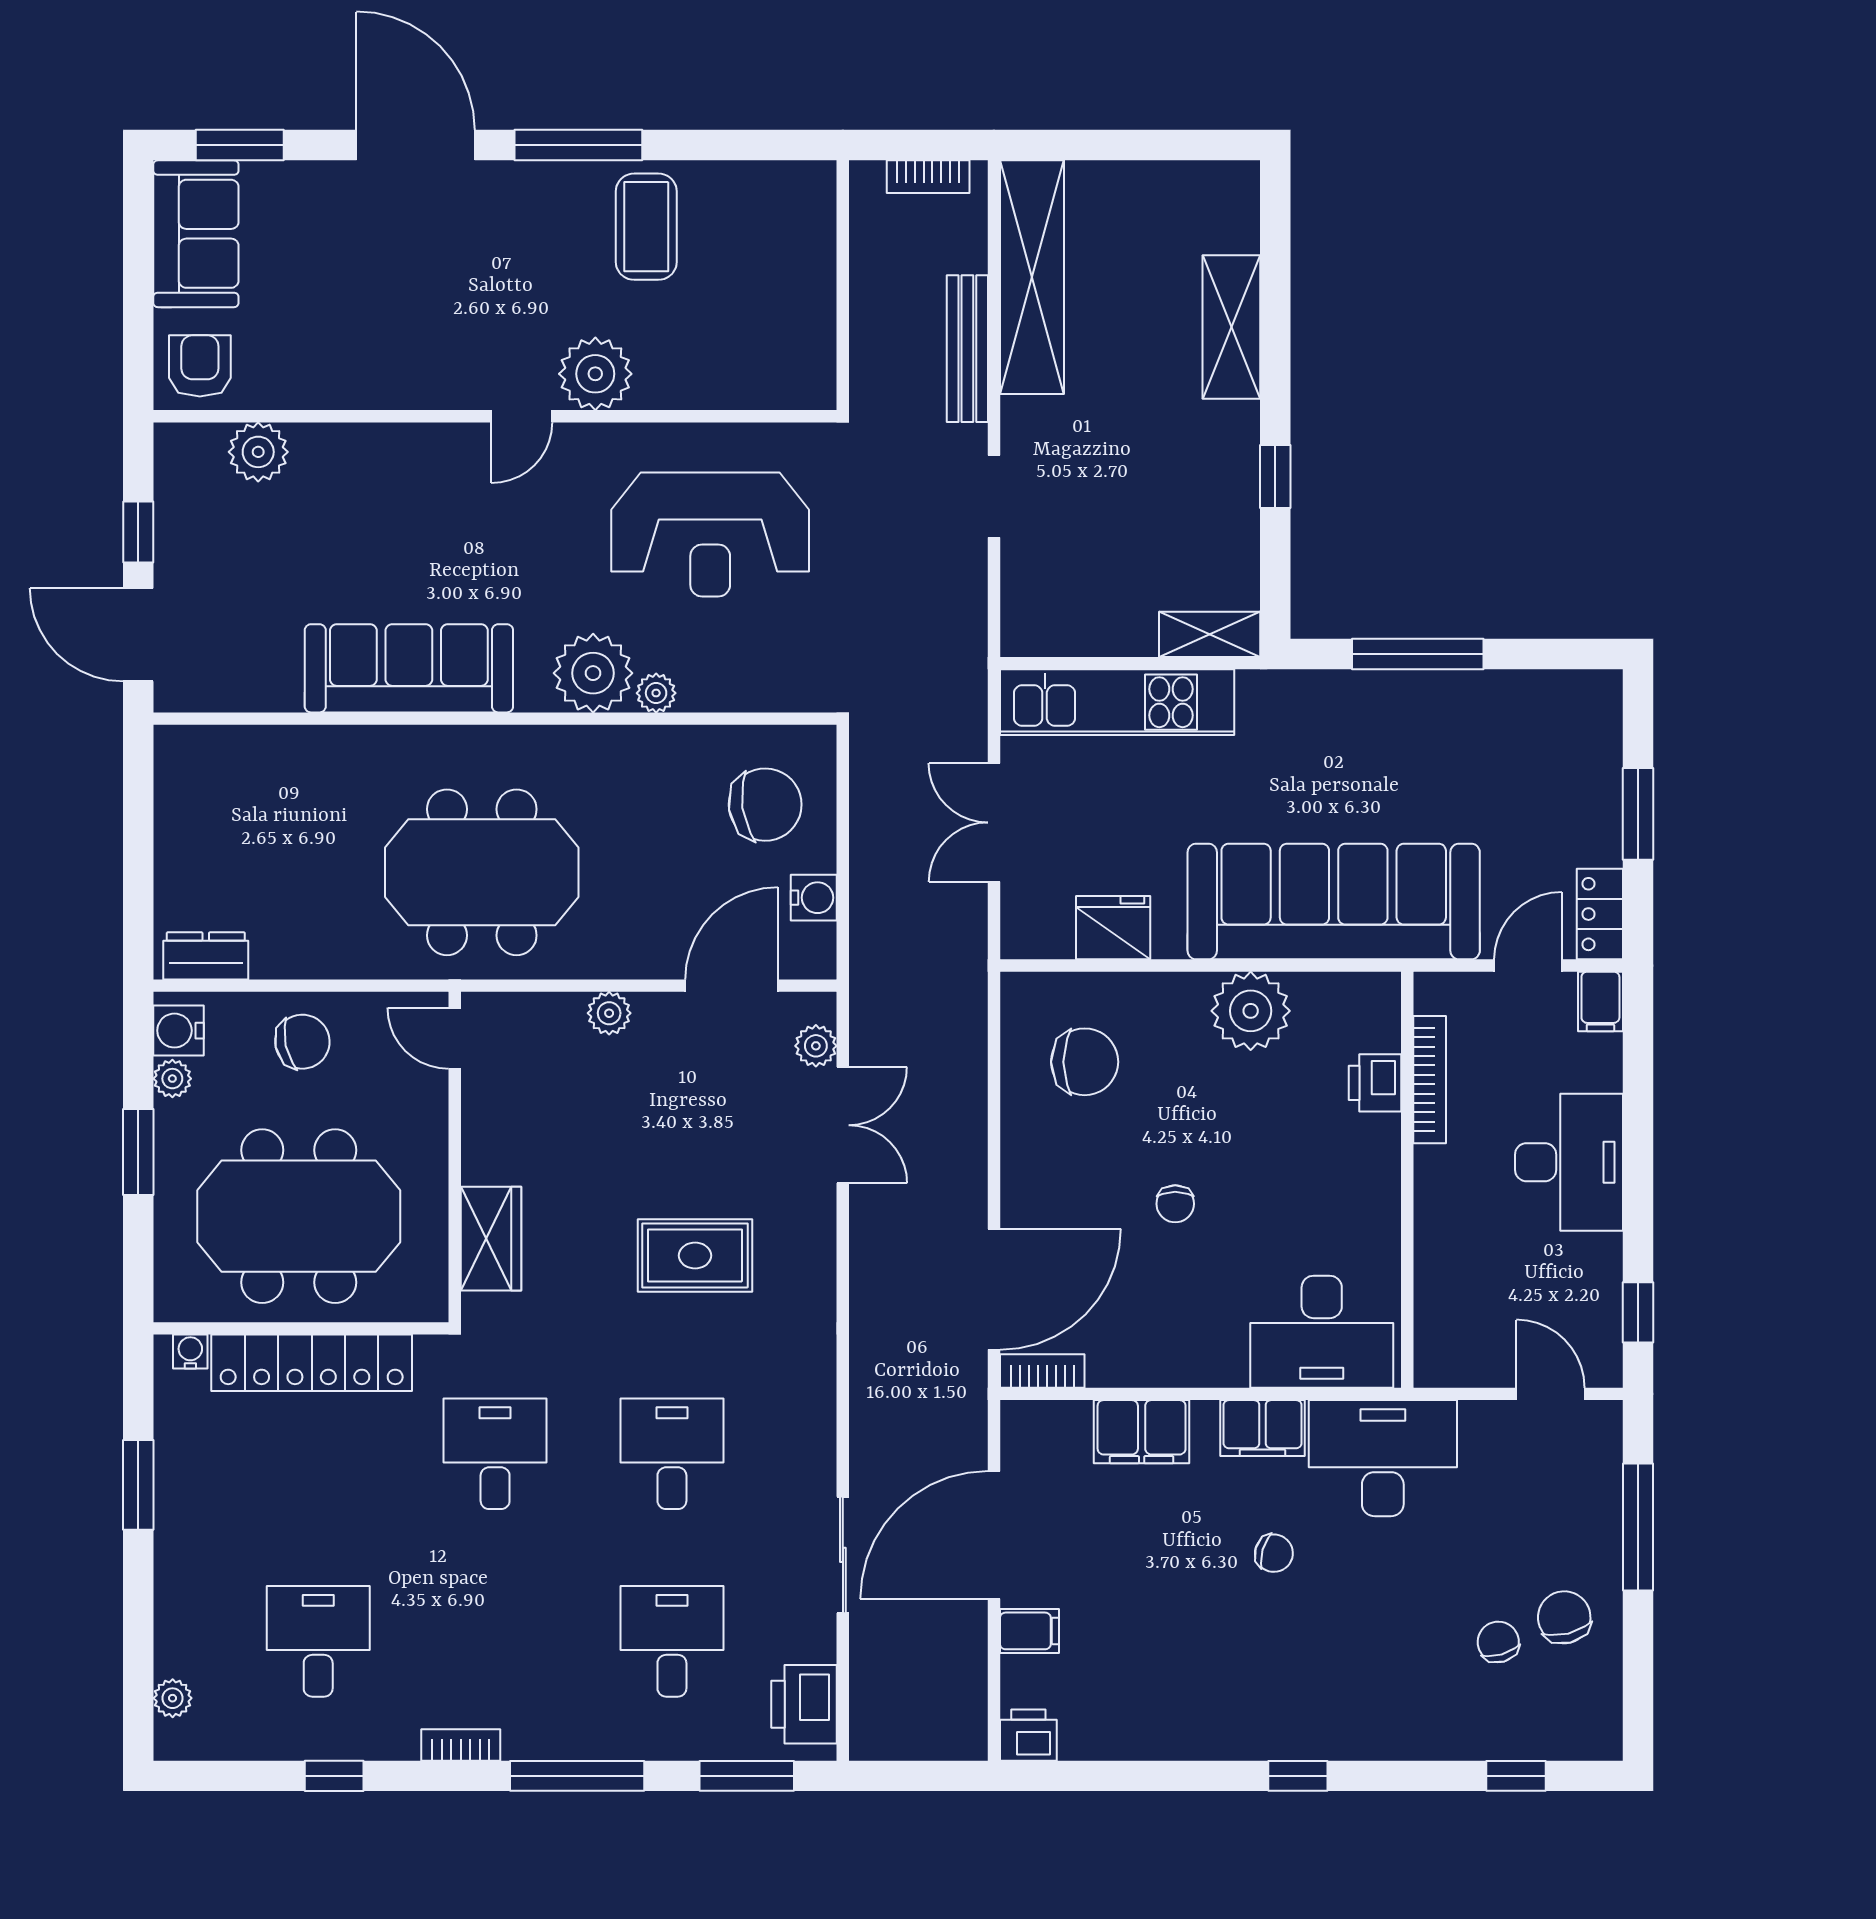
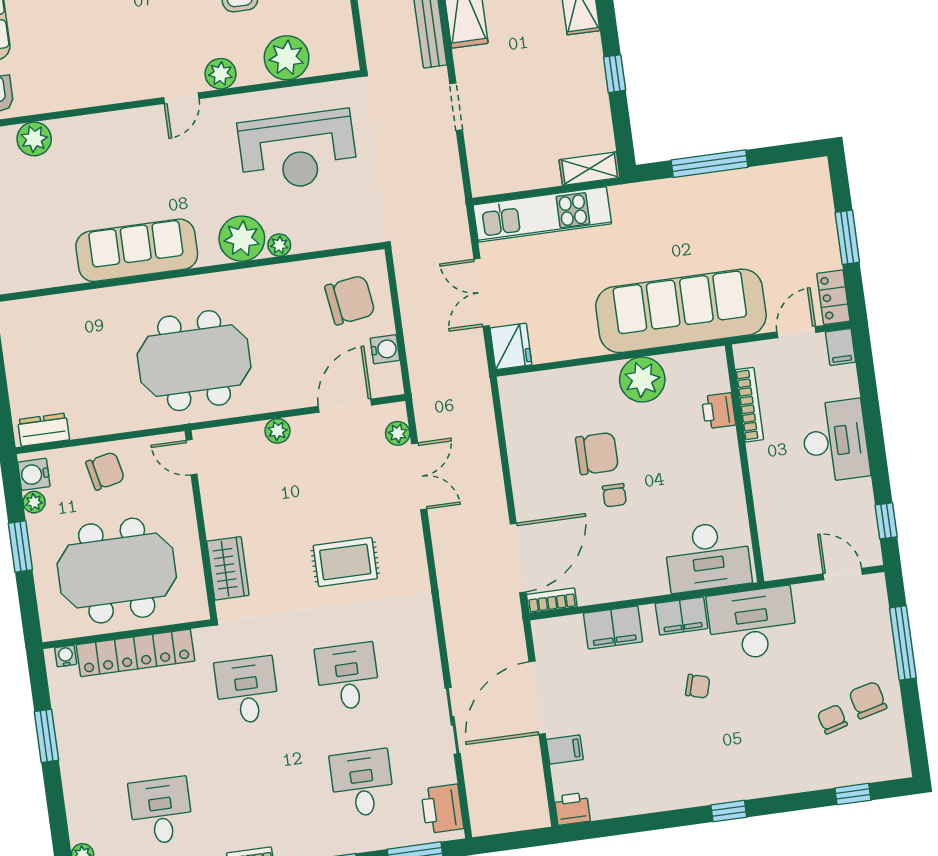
plant: (713, 372) -> (287, 58), added
plant: (595, 374) -> (221, 74), width x0.73, depth x0.73
fridge: (1113, 928) -> (511, 346), moved, turned 90
chair: (1085, 1062) -> (597, 454), moved

